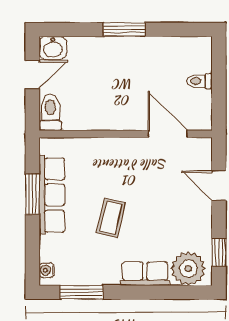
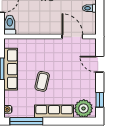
row of seats: (145, 274) -> (54, 111), width x1.48
window: (82, 292) -> (26, 121), width x1.44

